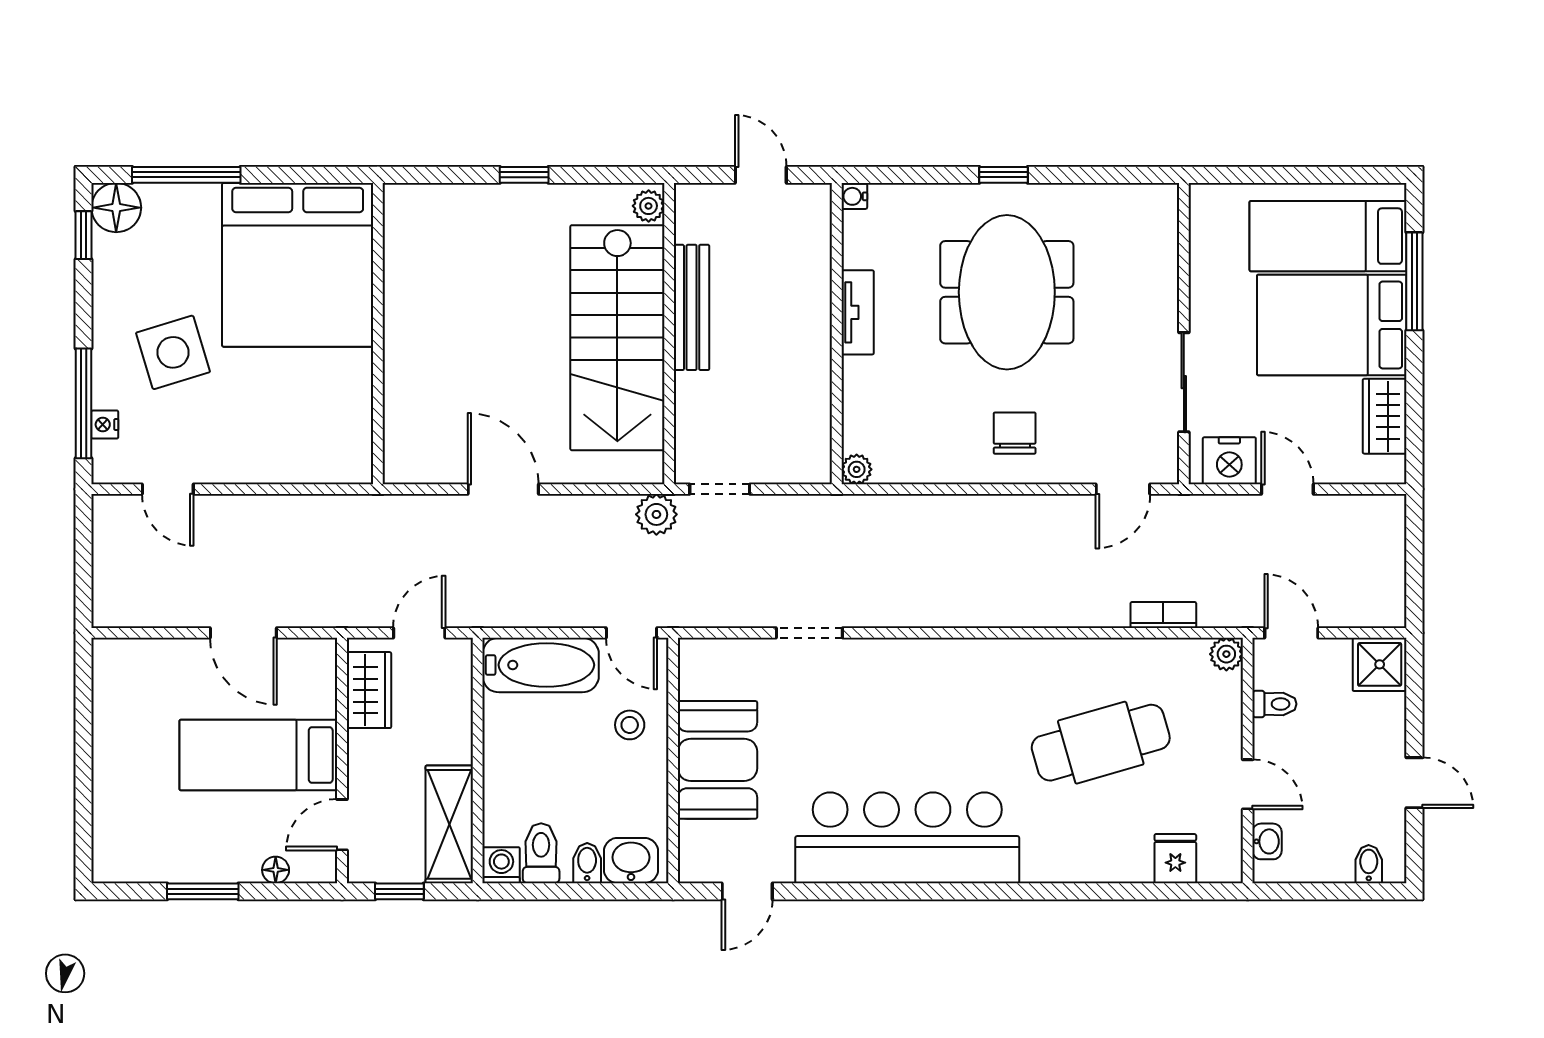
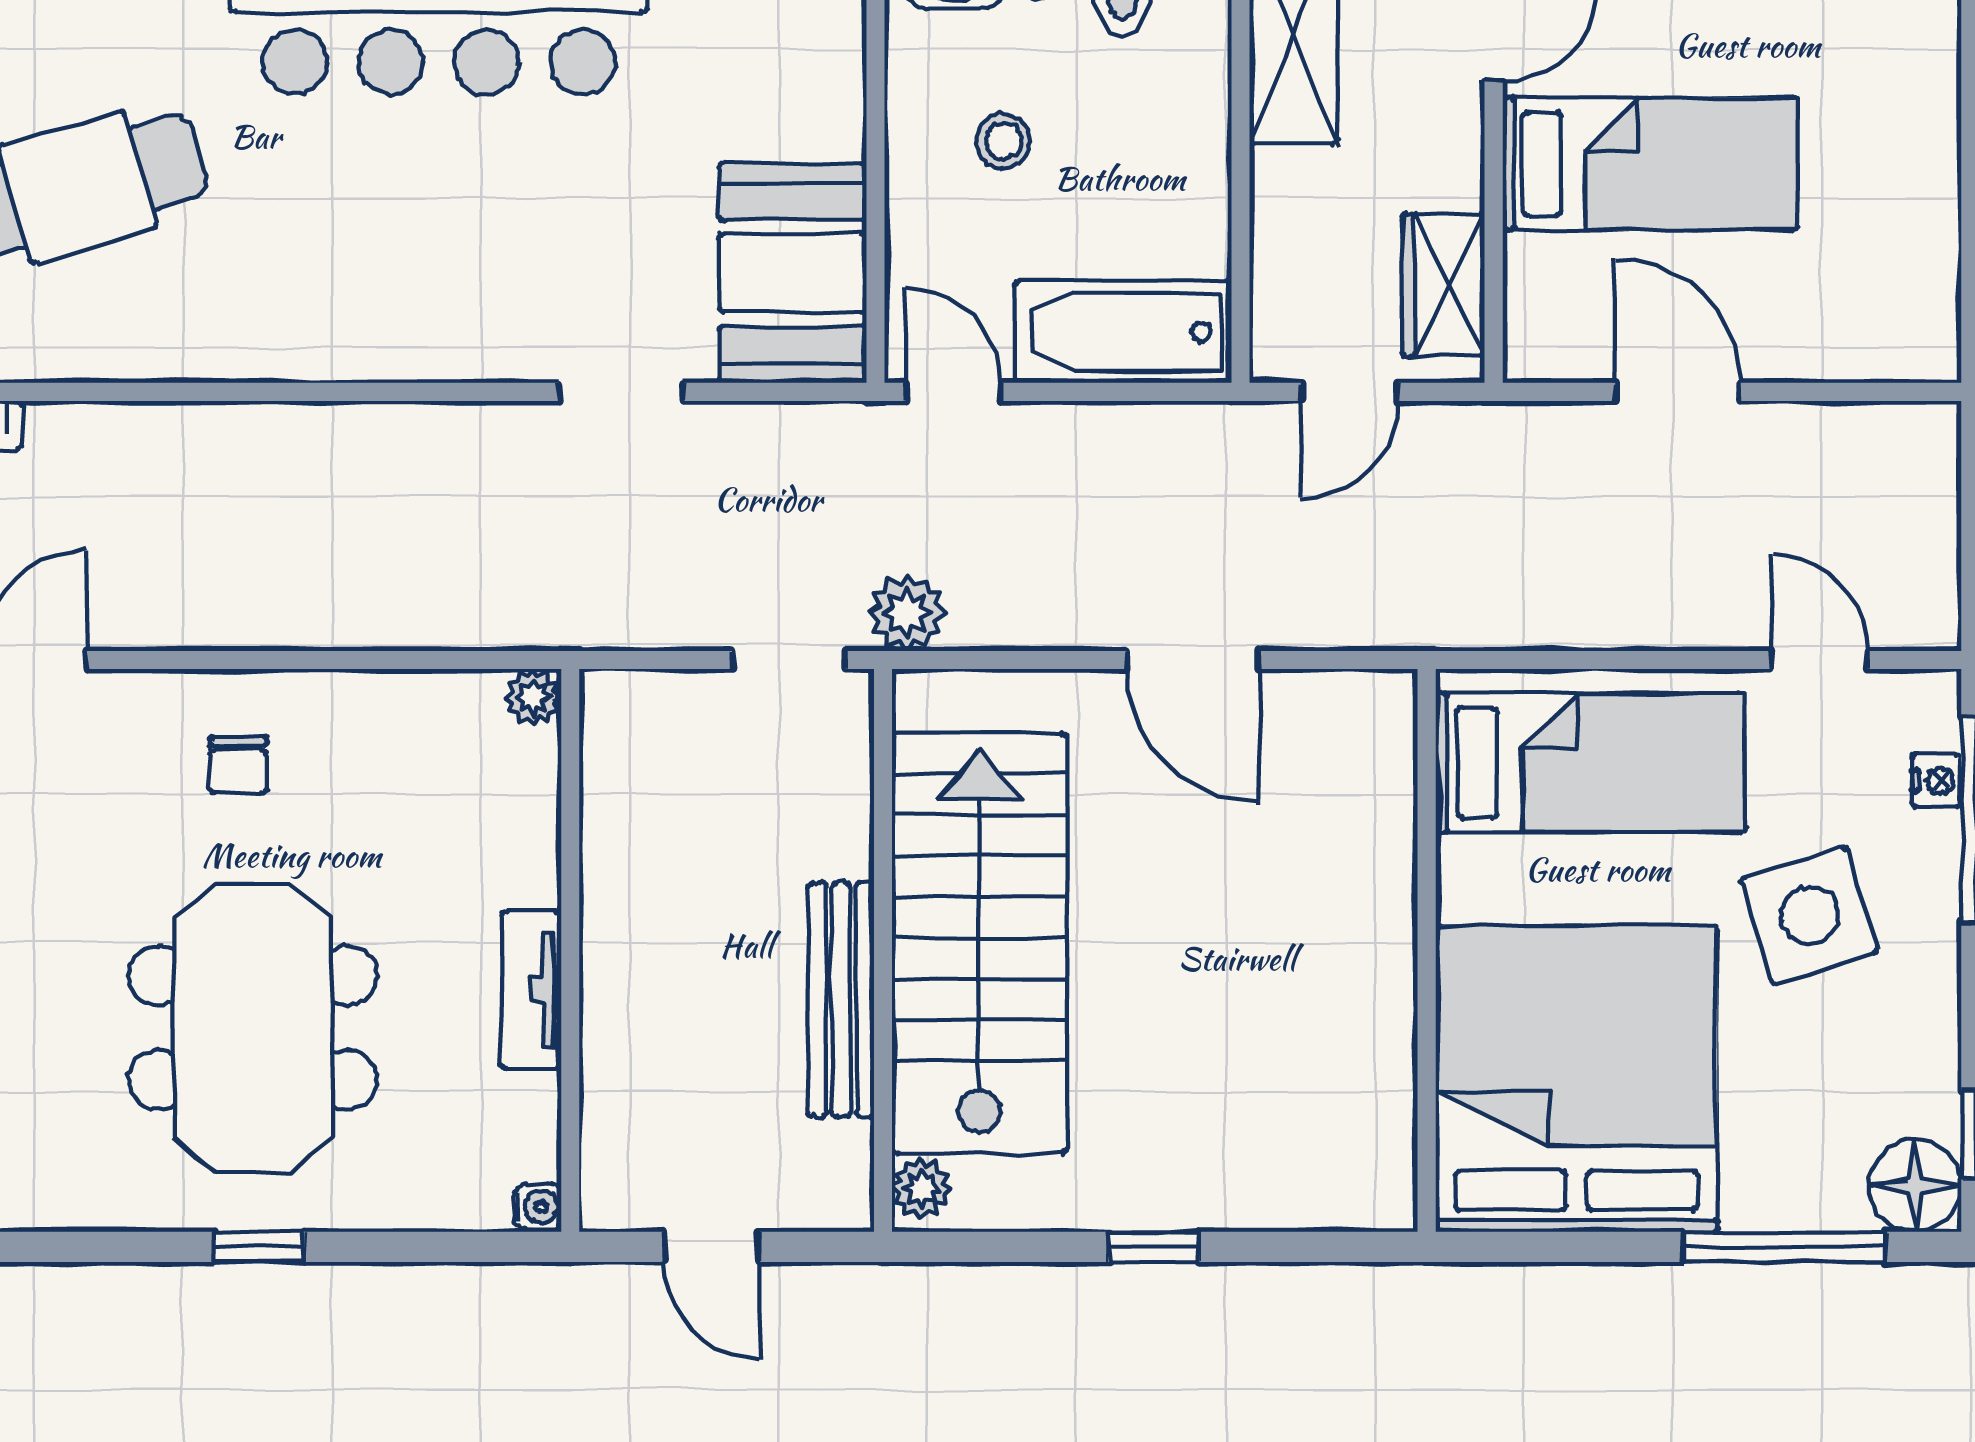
chair: (1015, 433) -> (238, 765), width x0.73, depth x0.73
bed: (290, 434) -> (1590, 763), added
stool: (630, 725) -> (1004, 141), moved
booth: (717, 760) -> (793, 273), moved

